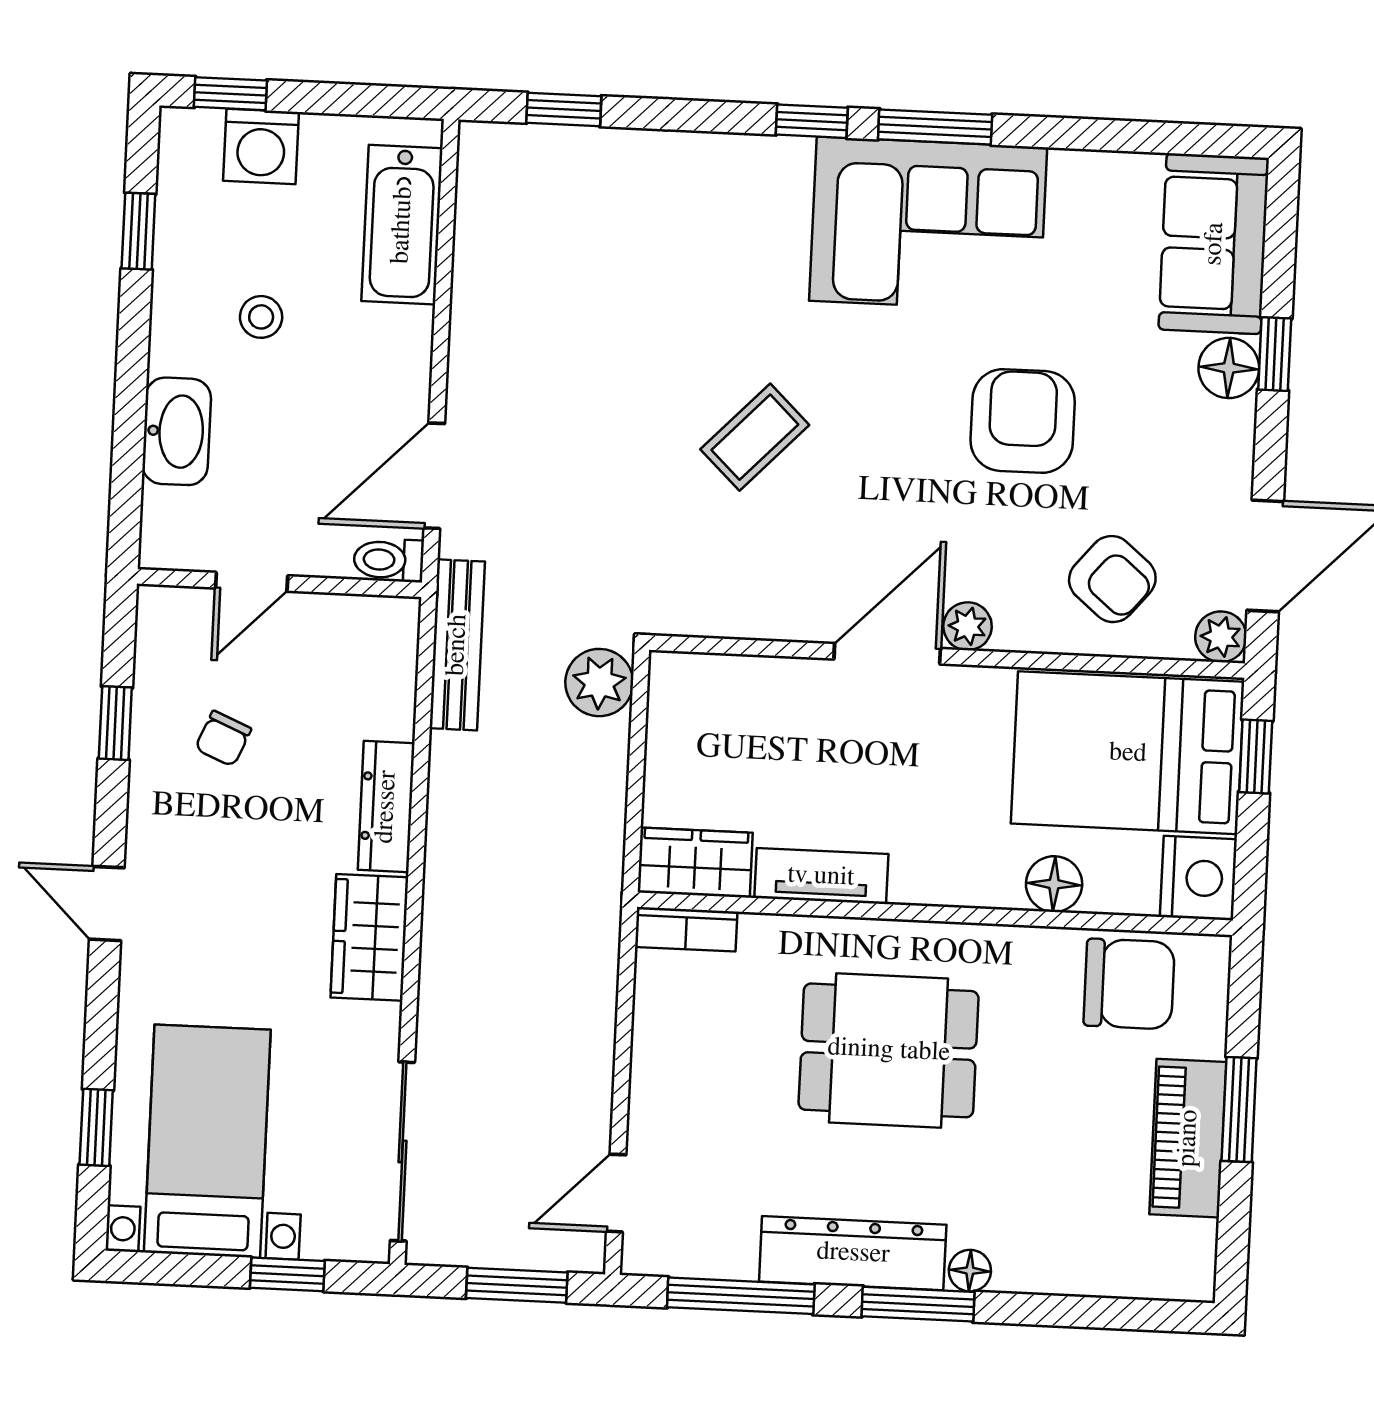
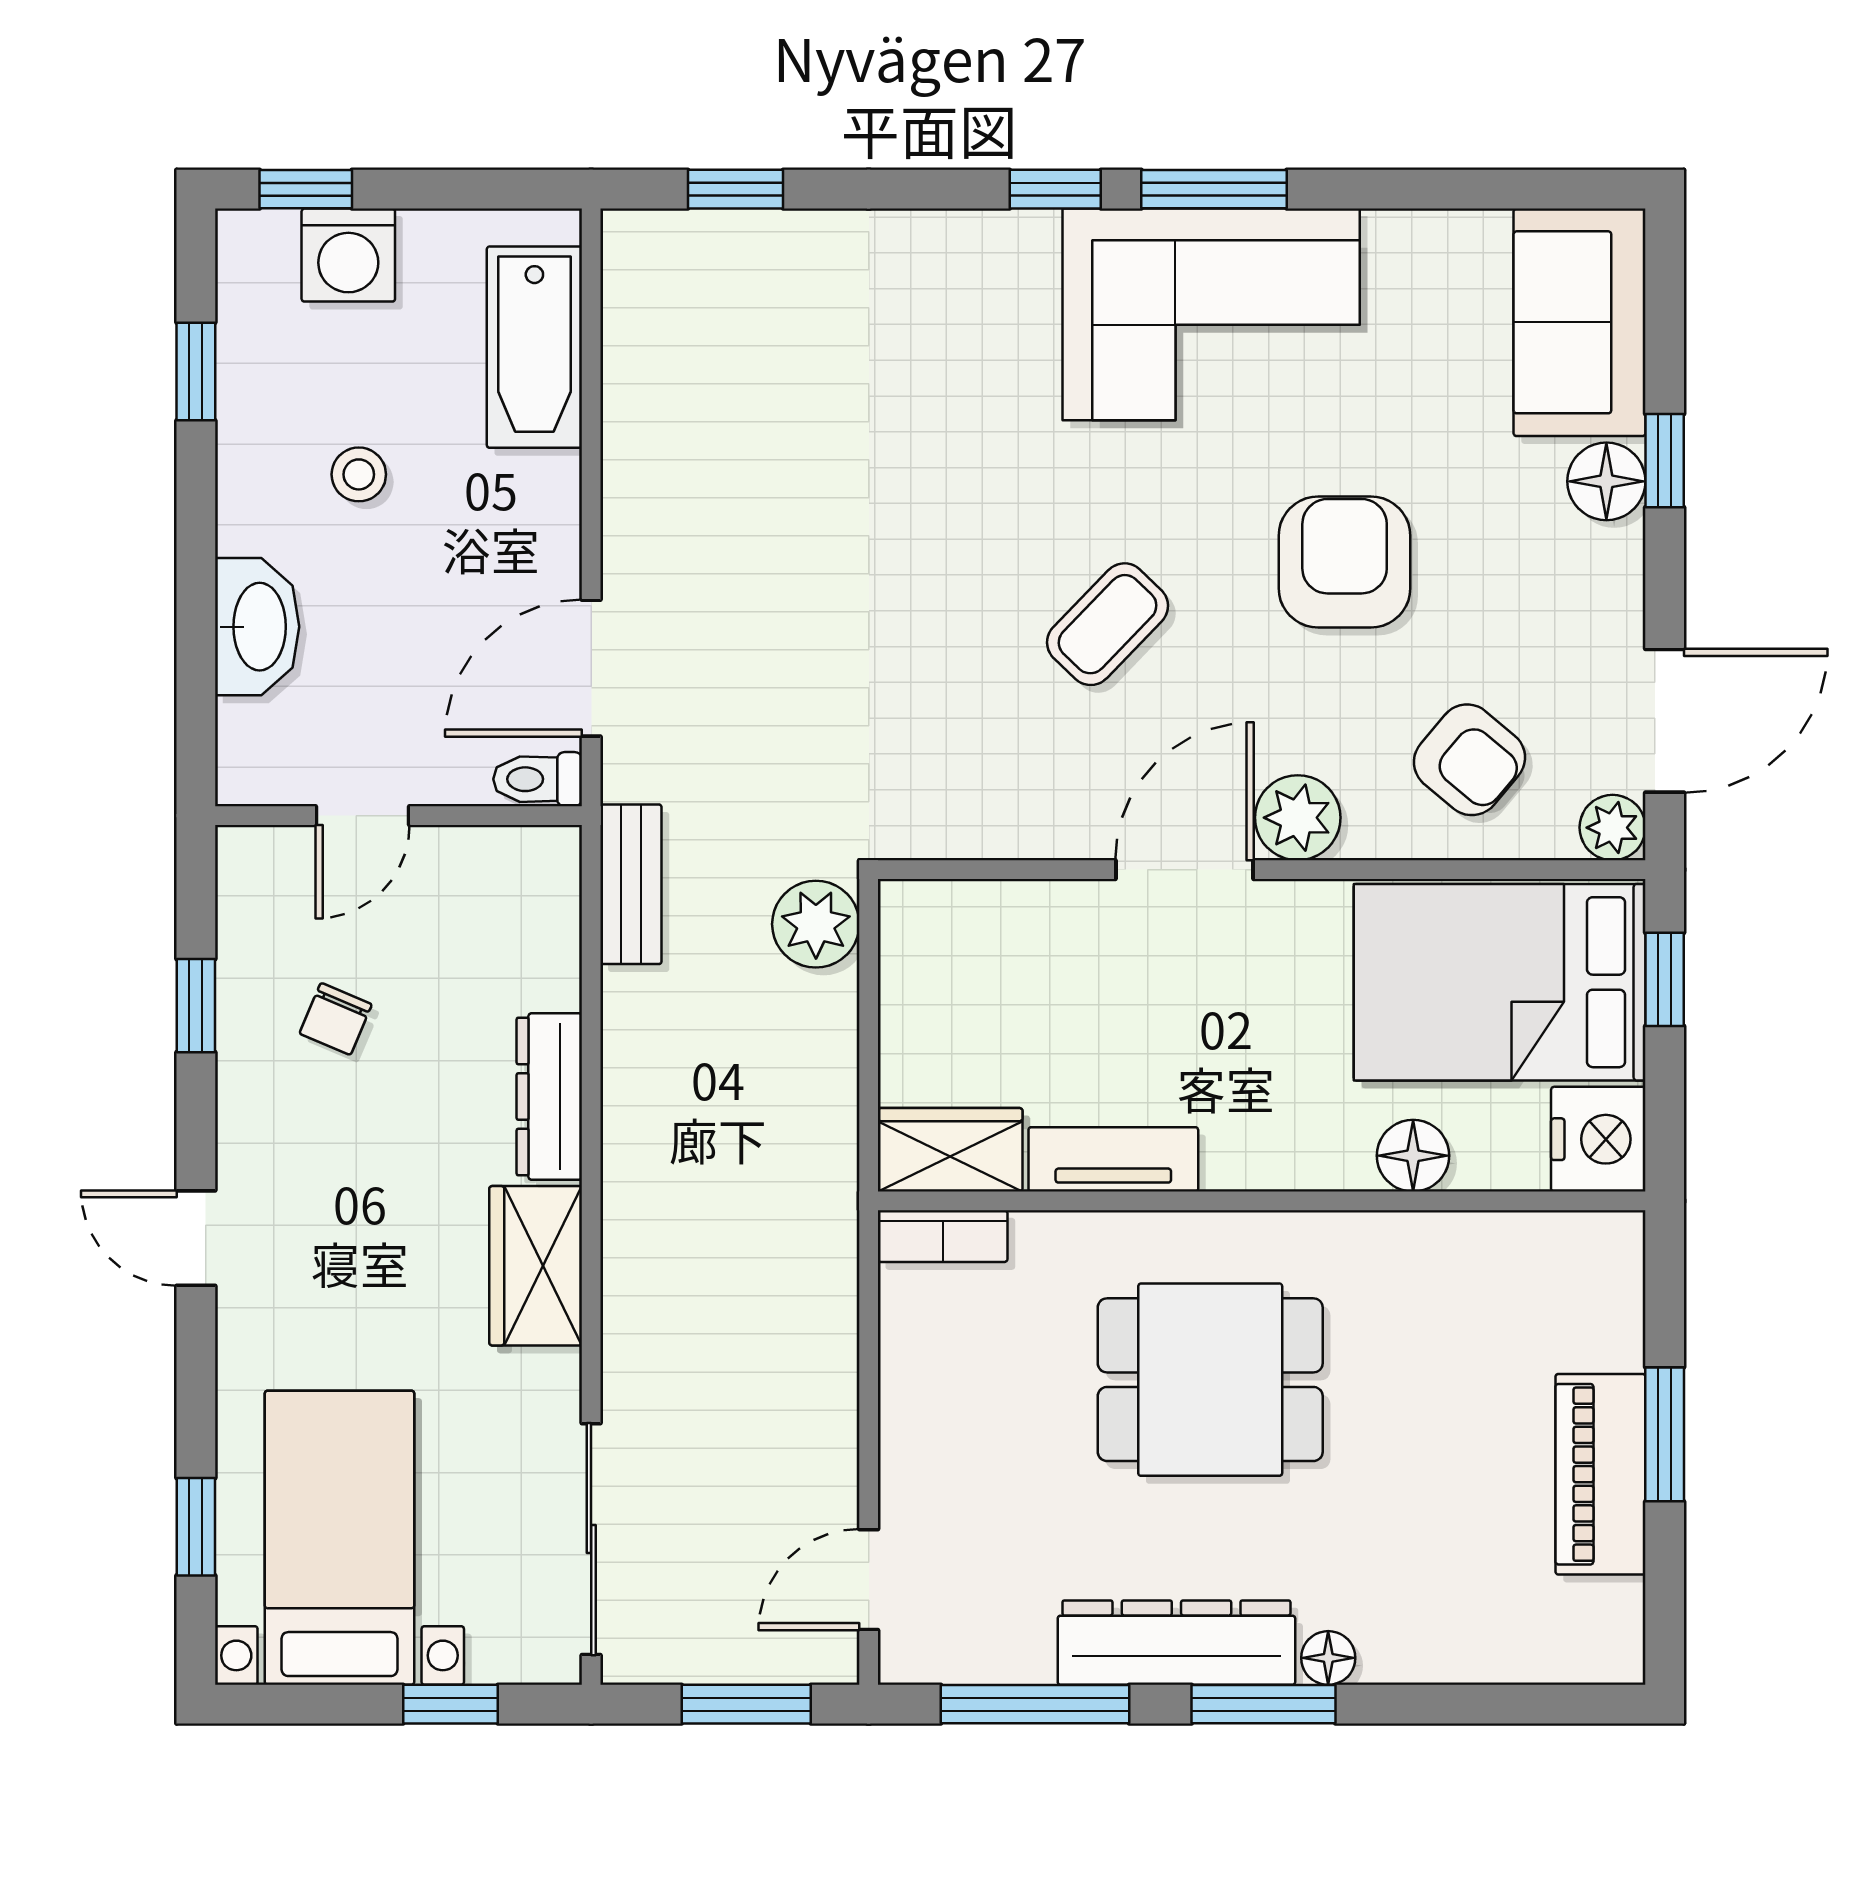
coffee table: (755, 437) -> (1108, 624), moved
plant: (968, 626) -> (1298, 818), width x1.38, depth x1.38
bench: (457, 645) -> (631, 884), width x0.73
chair: (1129, 984) -> (1516, 1280), removed

